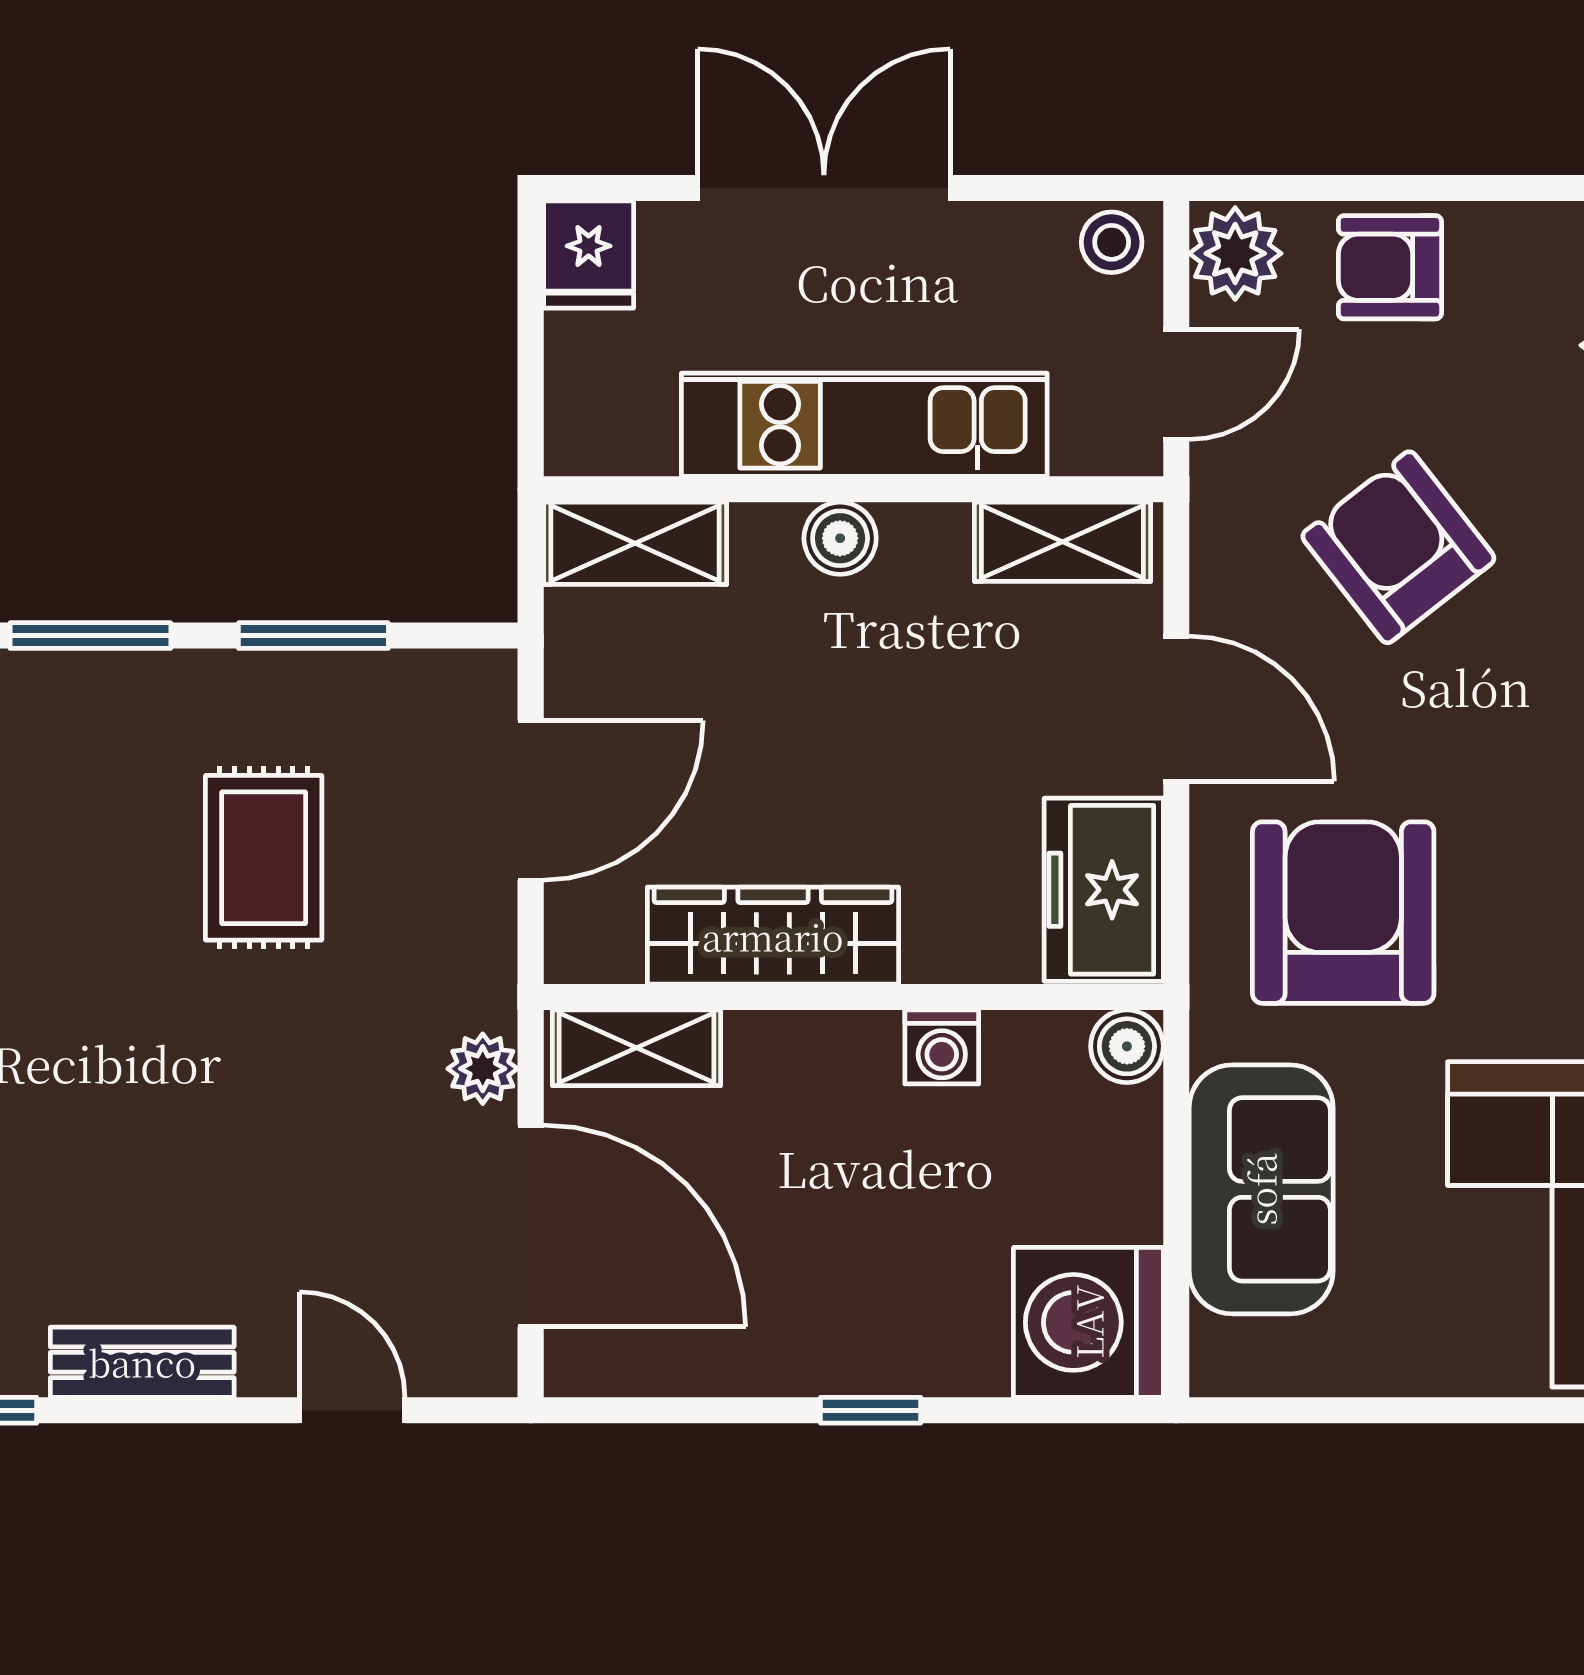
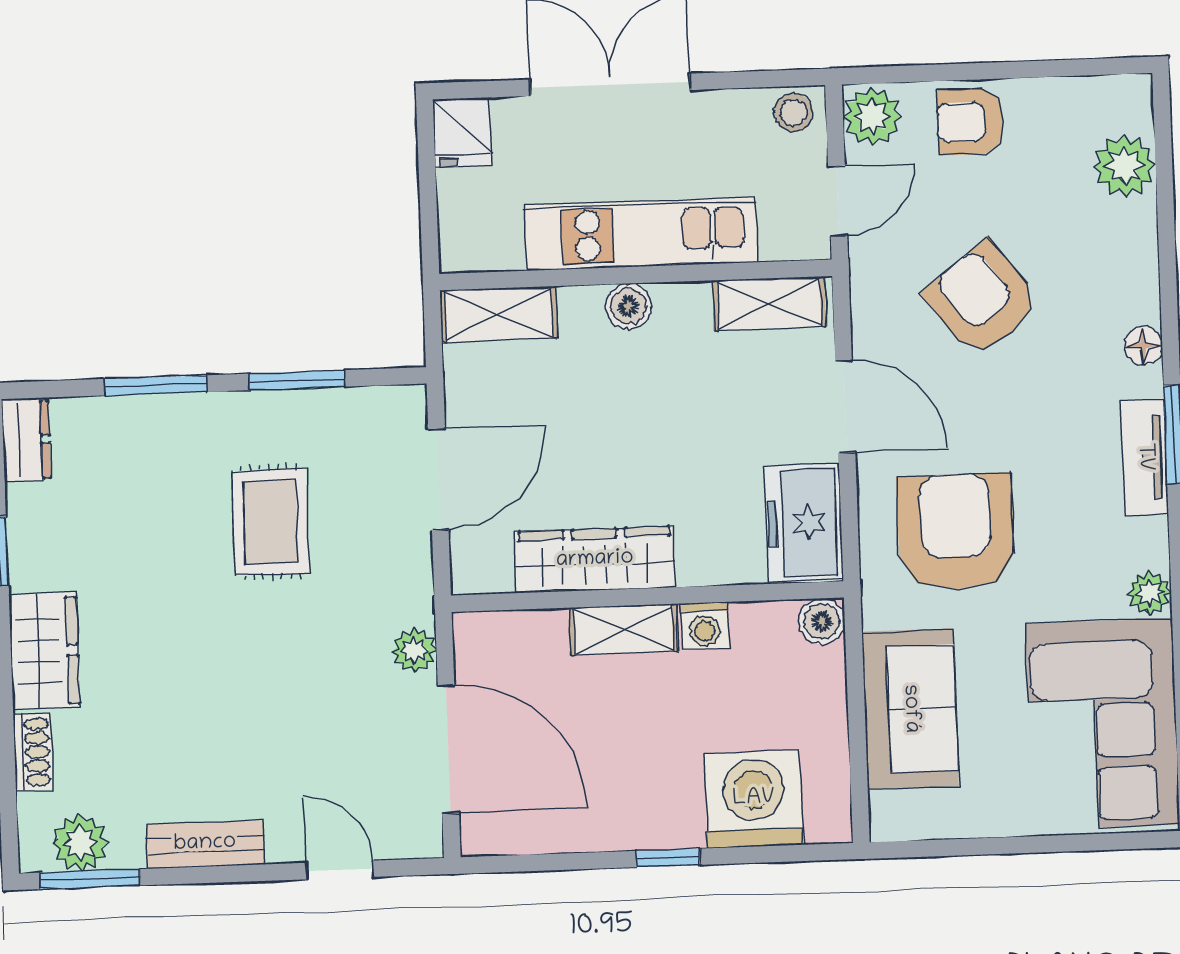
shelving: (636, 1048) -> (624, 630), moved
washing machine: (1088, 1322) -> (754, 799), moved, turned 90

